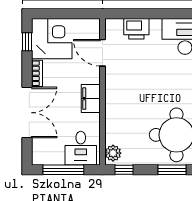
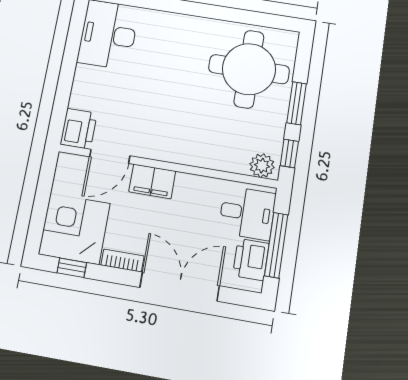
printer: (136, 29) -> (79, 129), moved
filing cabinet: (91, 99) -> (152, 181), moved
printer: (52, 155) -> (251, 259), added
window: (172, 170) -> (297, 103), moved

